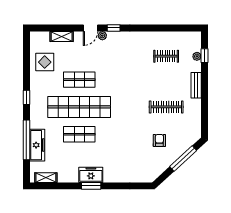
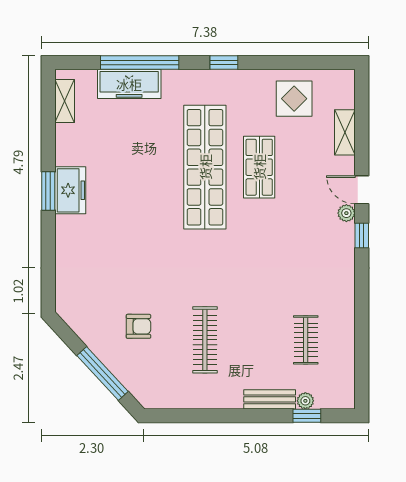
bench: (196, 85) -> (270, 399), moved
shop shelf: (79, 134) -> (151, 167), removed

